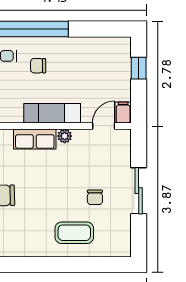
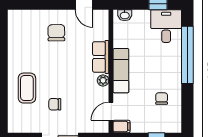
chair: (38, 66) -> (162, 99), moved
door: (104, 126) -> (111, 111), swing flipped

